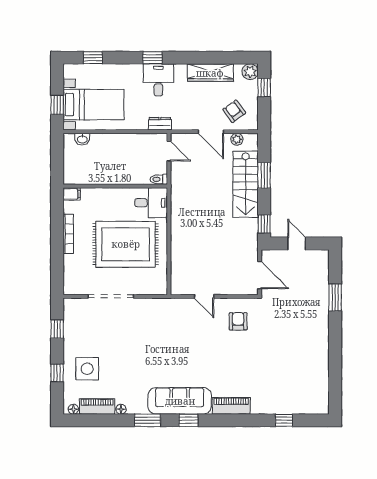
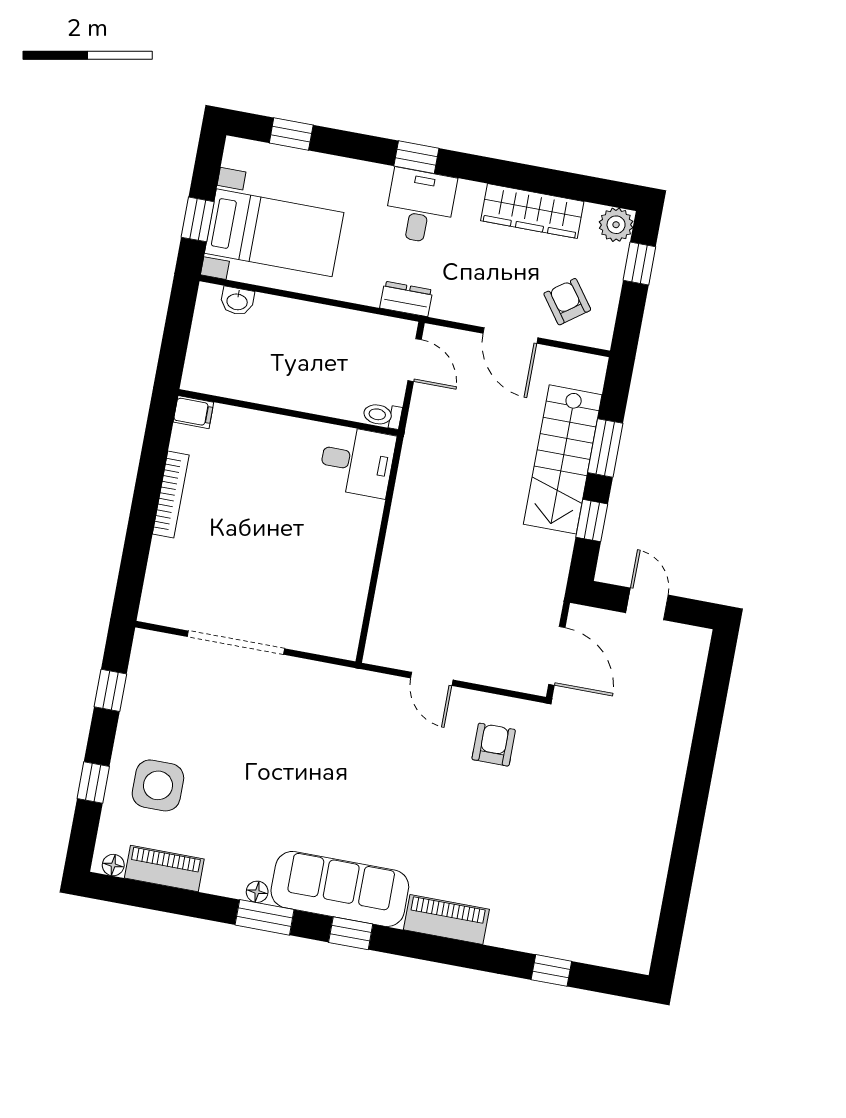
plant: (237, 139) -> (562, 361), removed
window: (264, 224) -> (592, 521), moved
rug: (126, 244) -> (287, 539), removed
window: (335, 297) -> (707, 732), removed
floor lamp: (121, 409) -> (257, 892), moved

